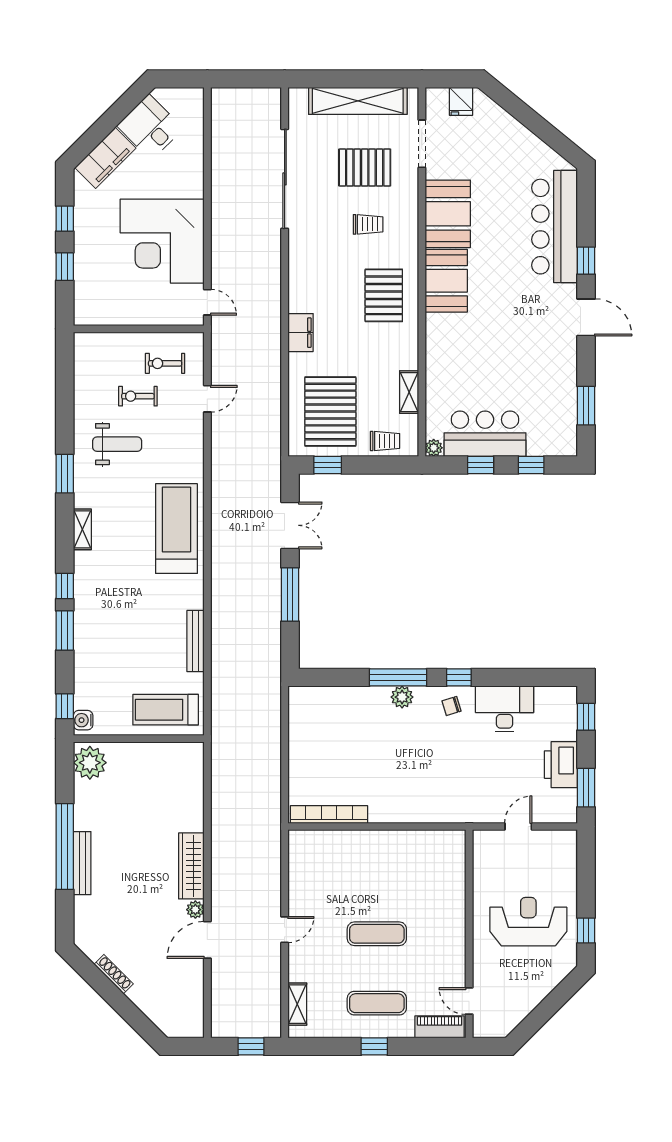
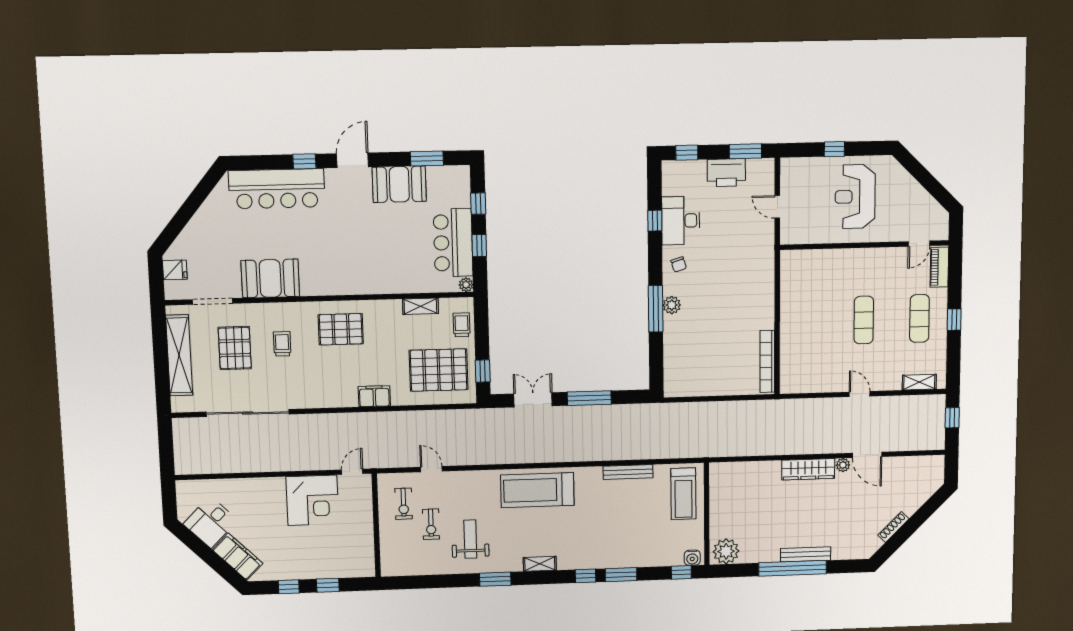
corner desk: (162, 241) -> (312, 500), width x0.74, depth x0.74
booth: (446, 281) -> (399, 184), moved
window: (459, 677) -> (655, 221), moved
window: (586, 931) -> (834, 149), moved

